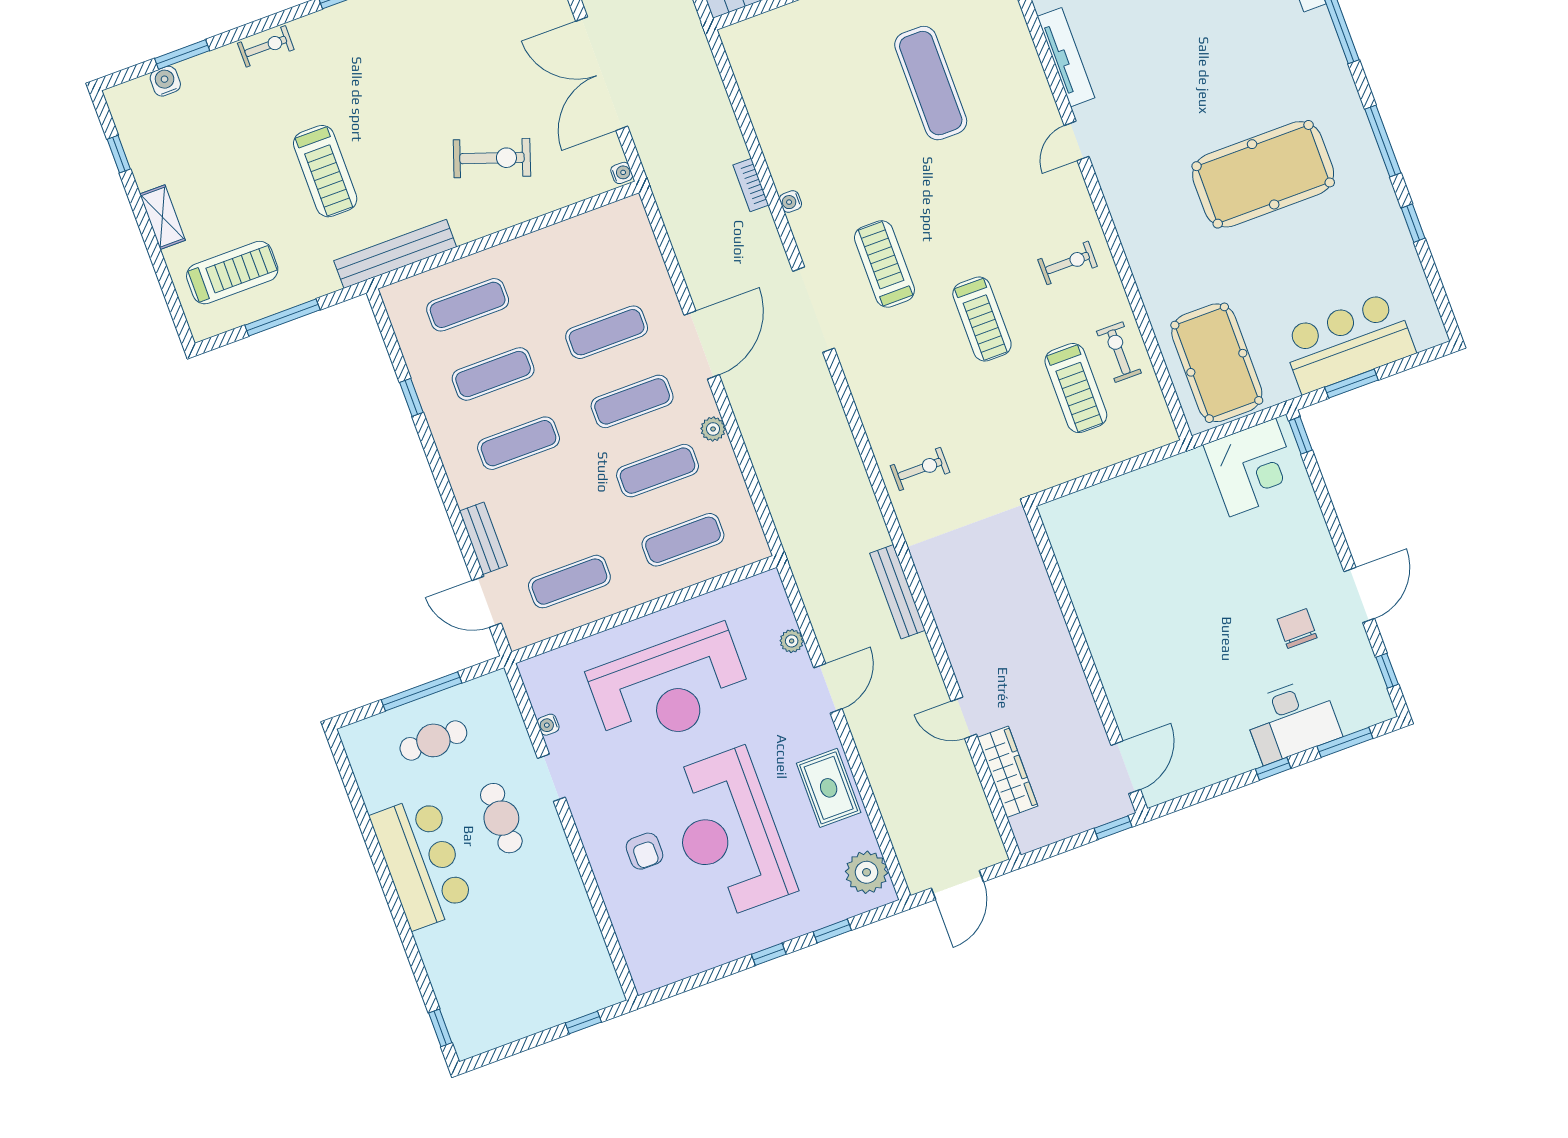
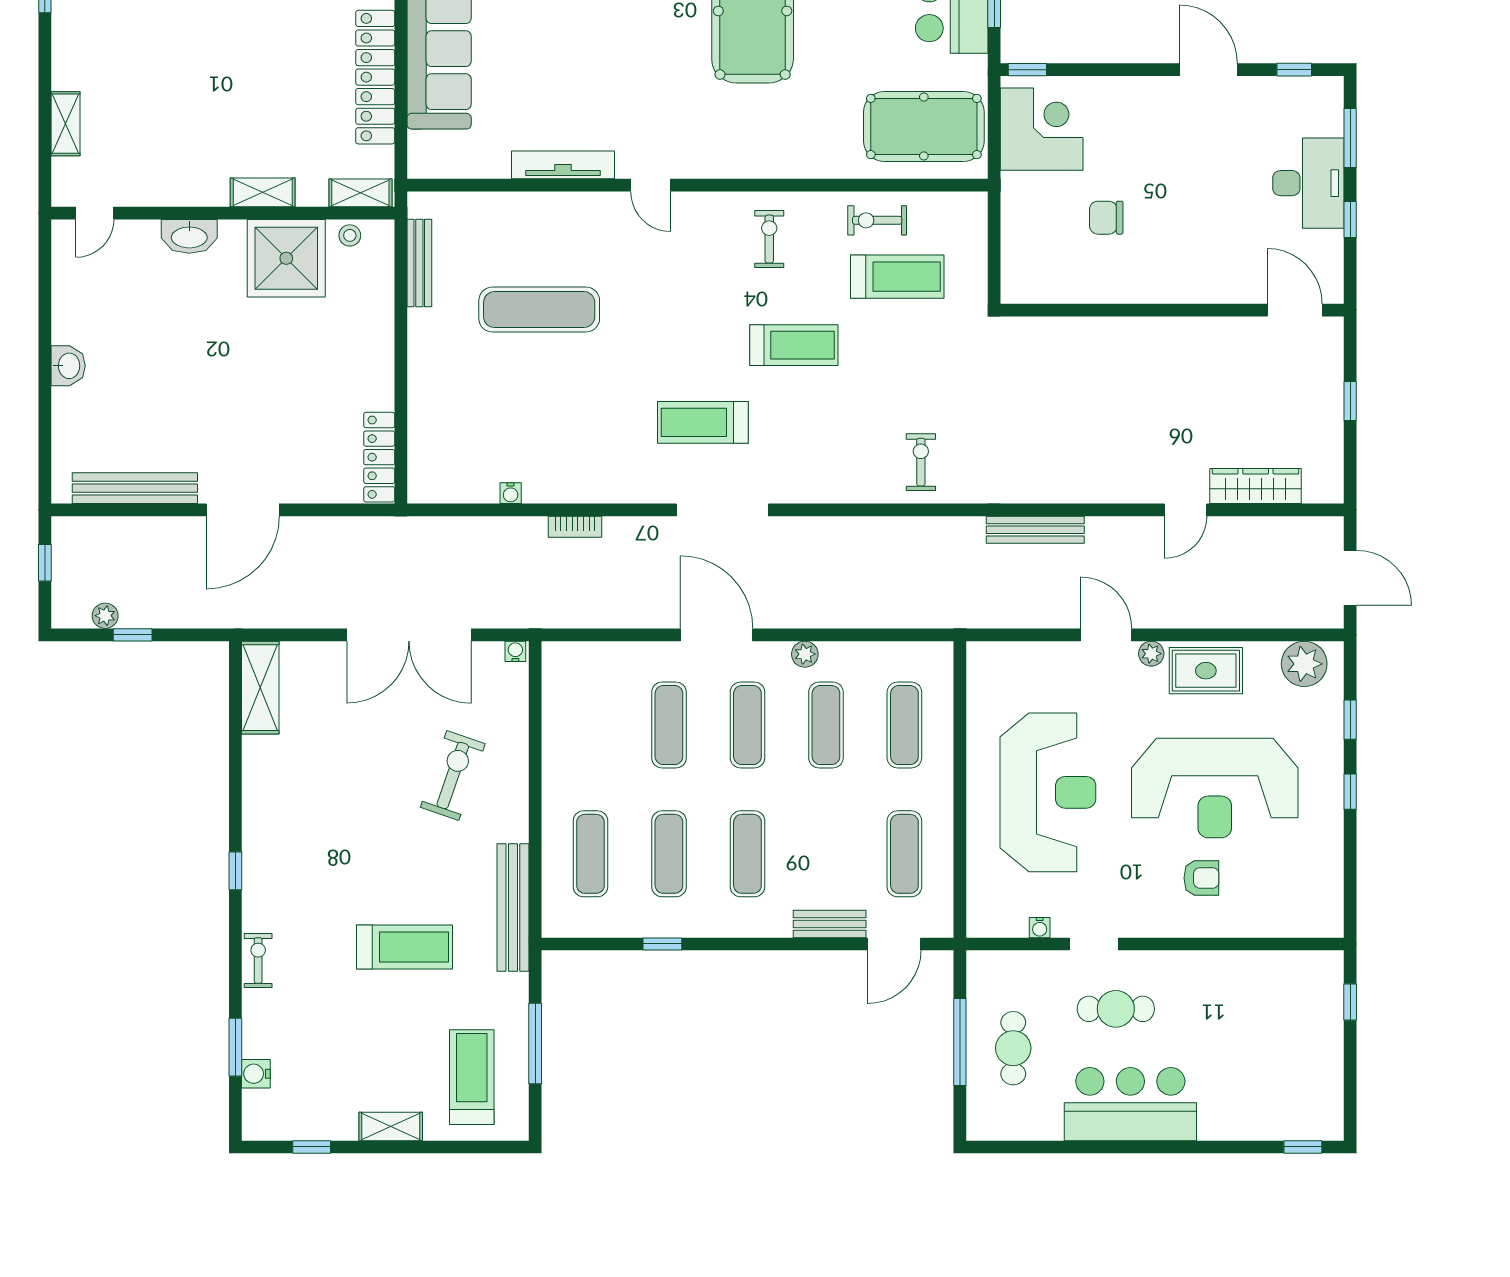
water cooler: (791, 202) -> (511, 493), moved
chair: (1297, 629) -> (1106, 218), moved
plant: (792, 641) -> (1151, 654), moved
wall: (1086, 659) -> (1172, 310), moved
door: (1126, 767) -> (1295, 310), moved

